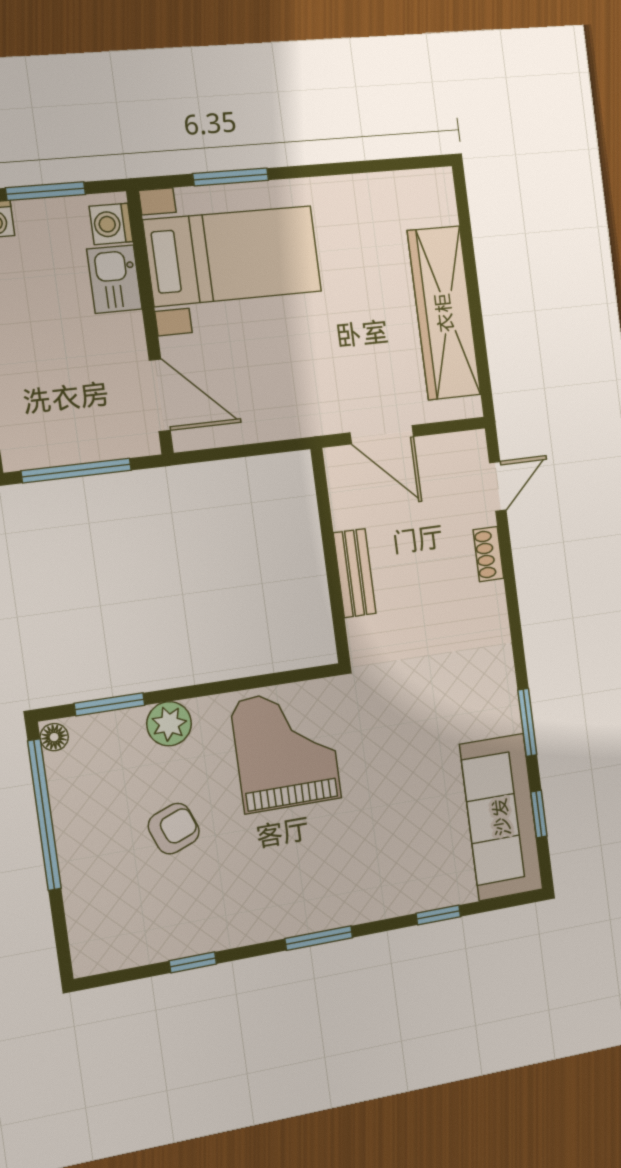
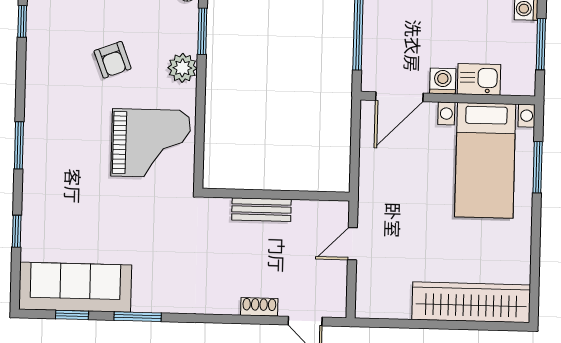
washing machine: (111, 224) -> (443, 81), moved
wardrobe: (444, 313) -> (471, 302), moved
door: (382, 435) -> (352, 244), width x0.73
window: (193, 962) -> (22, 21), moved

